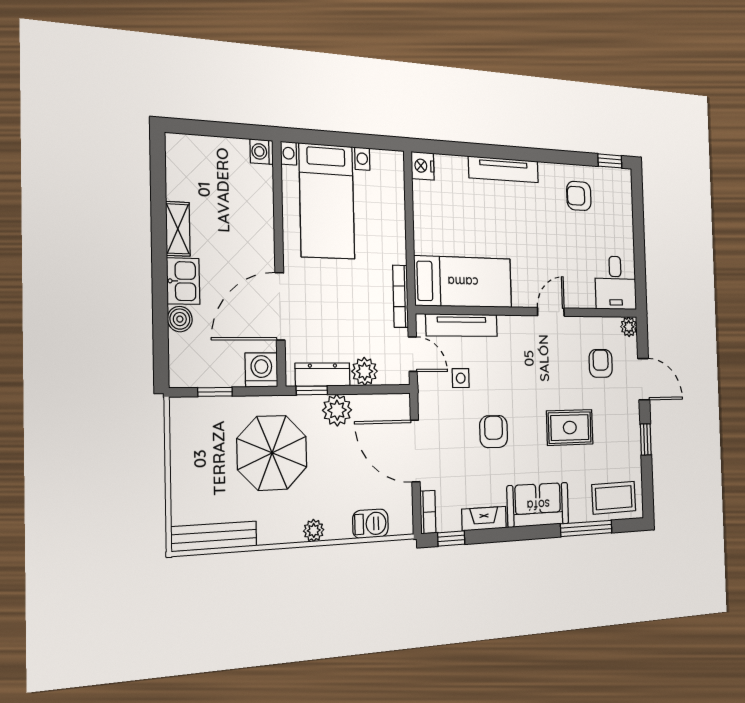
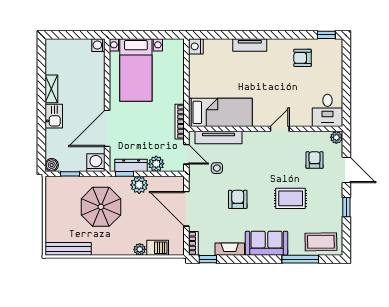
tv unit: (504, 169) -> (250, 45), width x0.71
boiler: (180, 319) -> (52, 165), moved
plant: (314, 530) -> (140, 249), moved

